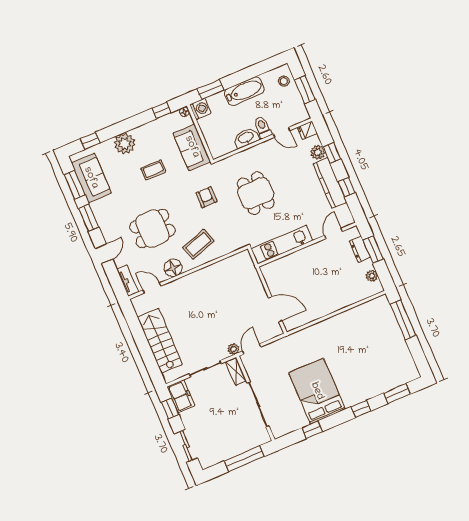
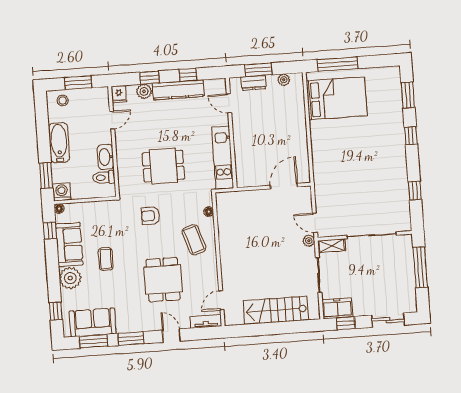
toilet: (263, 127) -> (104, 178), moved
sofa: (192, 147) -> (69, 245), moved, turned -90
floor lamp: (173, 268) -> (209, 212), moved, width x0.53, depth x0.53
bed: (317, 391) -> (337, 98), moved, turned 180

